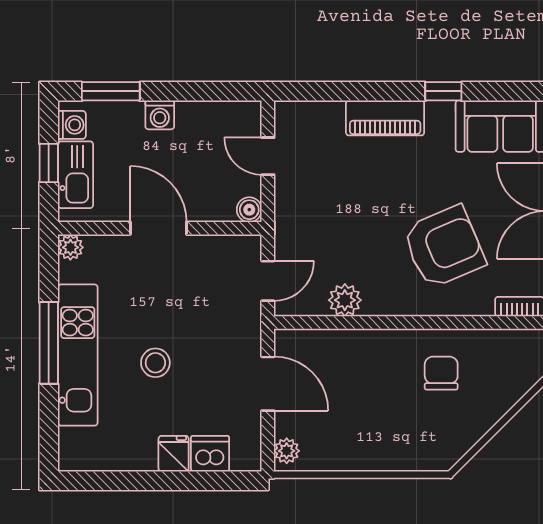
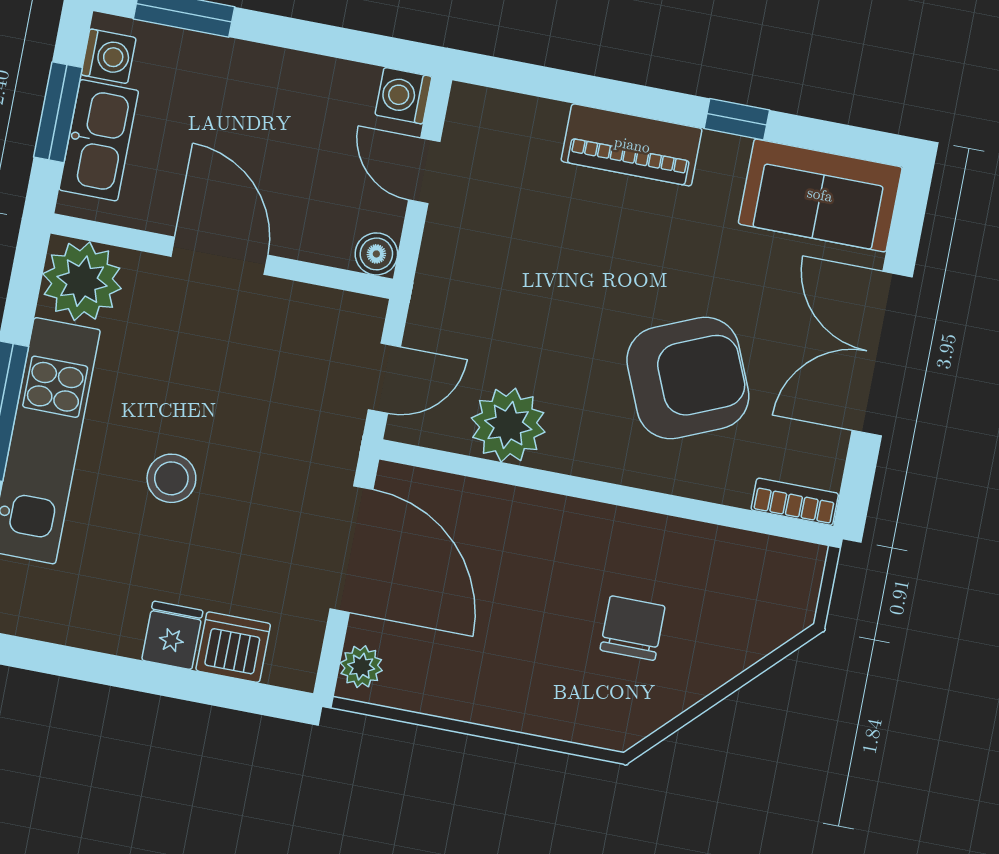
washing machine: (160, 115) -> (403, 96), moved, turned 90
window: (49, 163) -> (58, 112), width x1.50
plant: (70, 247) -> (82, 281), width x1.88, depth x1.88
plant: (345, 300) -> (508, 425), width x1.36, depth x1.36
chair: (441, 373) -> (633, 628), moved
door: (268, 384) -> (352, 549), width x1.36

